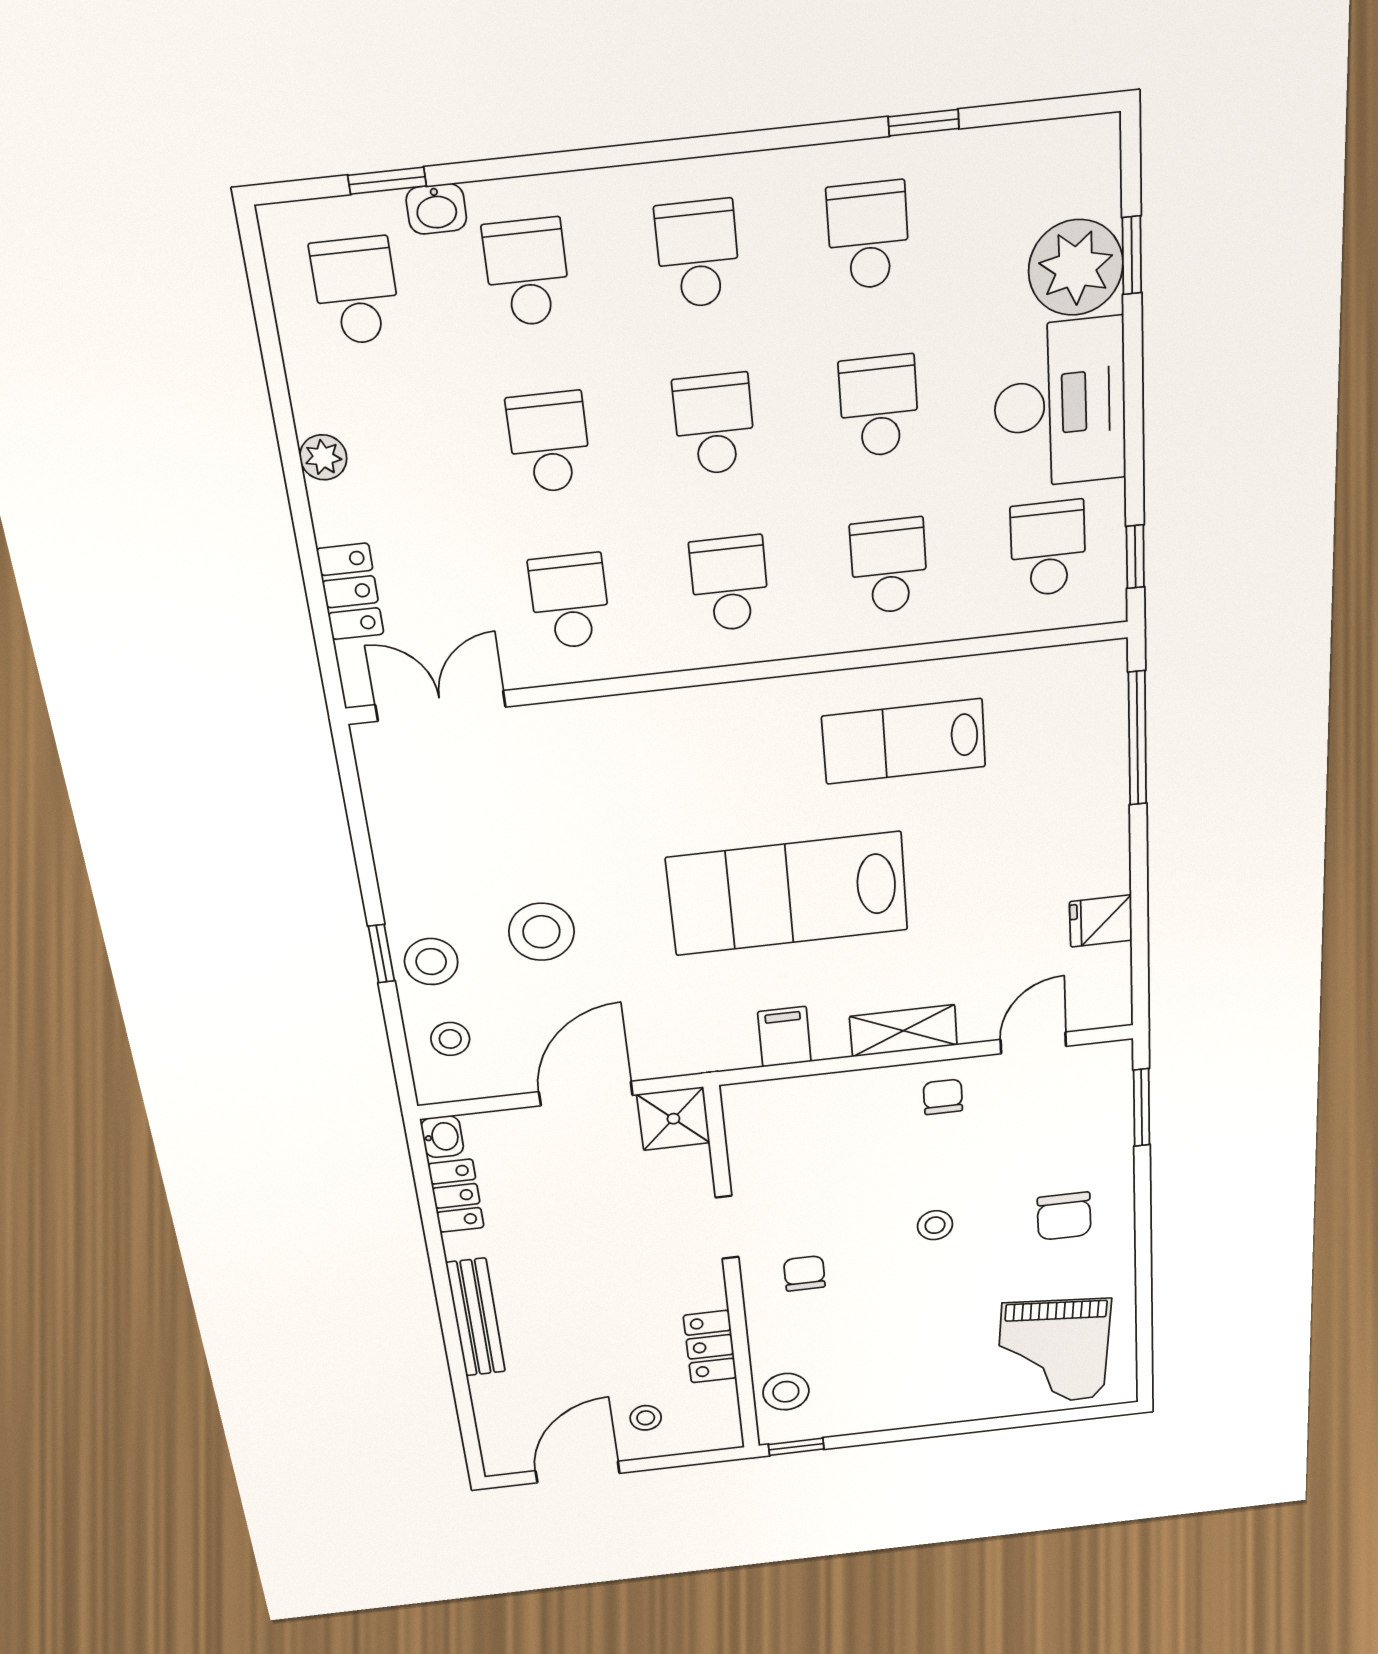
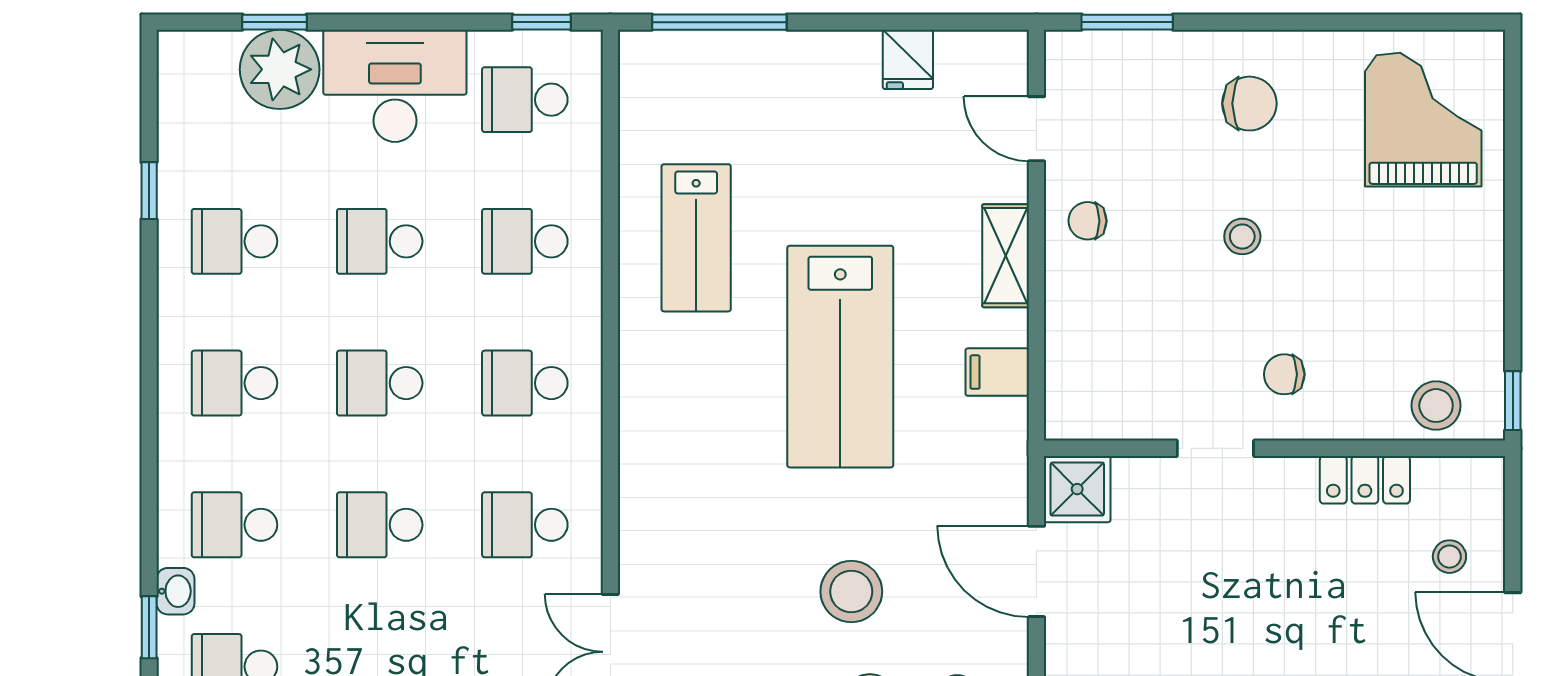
grand piano: (1053, 1351) -> (1423, 120), turned -95

